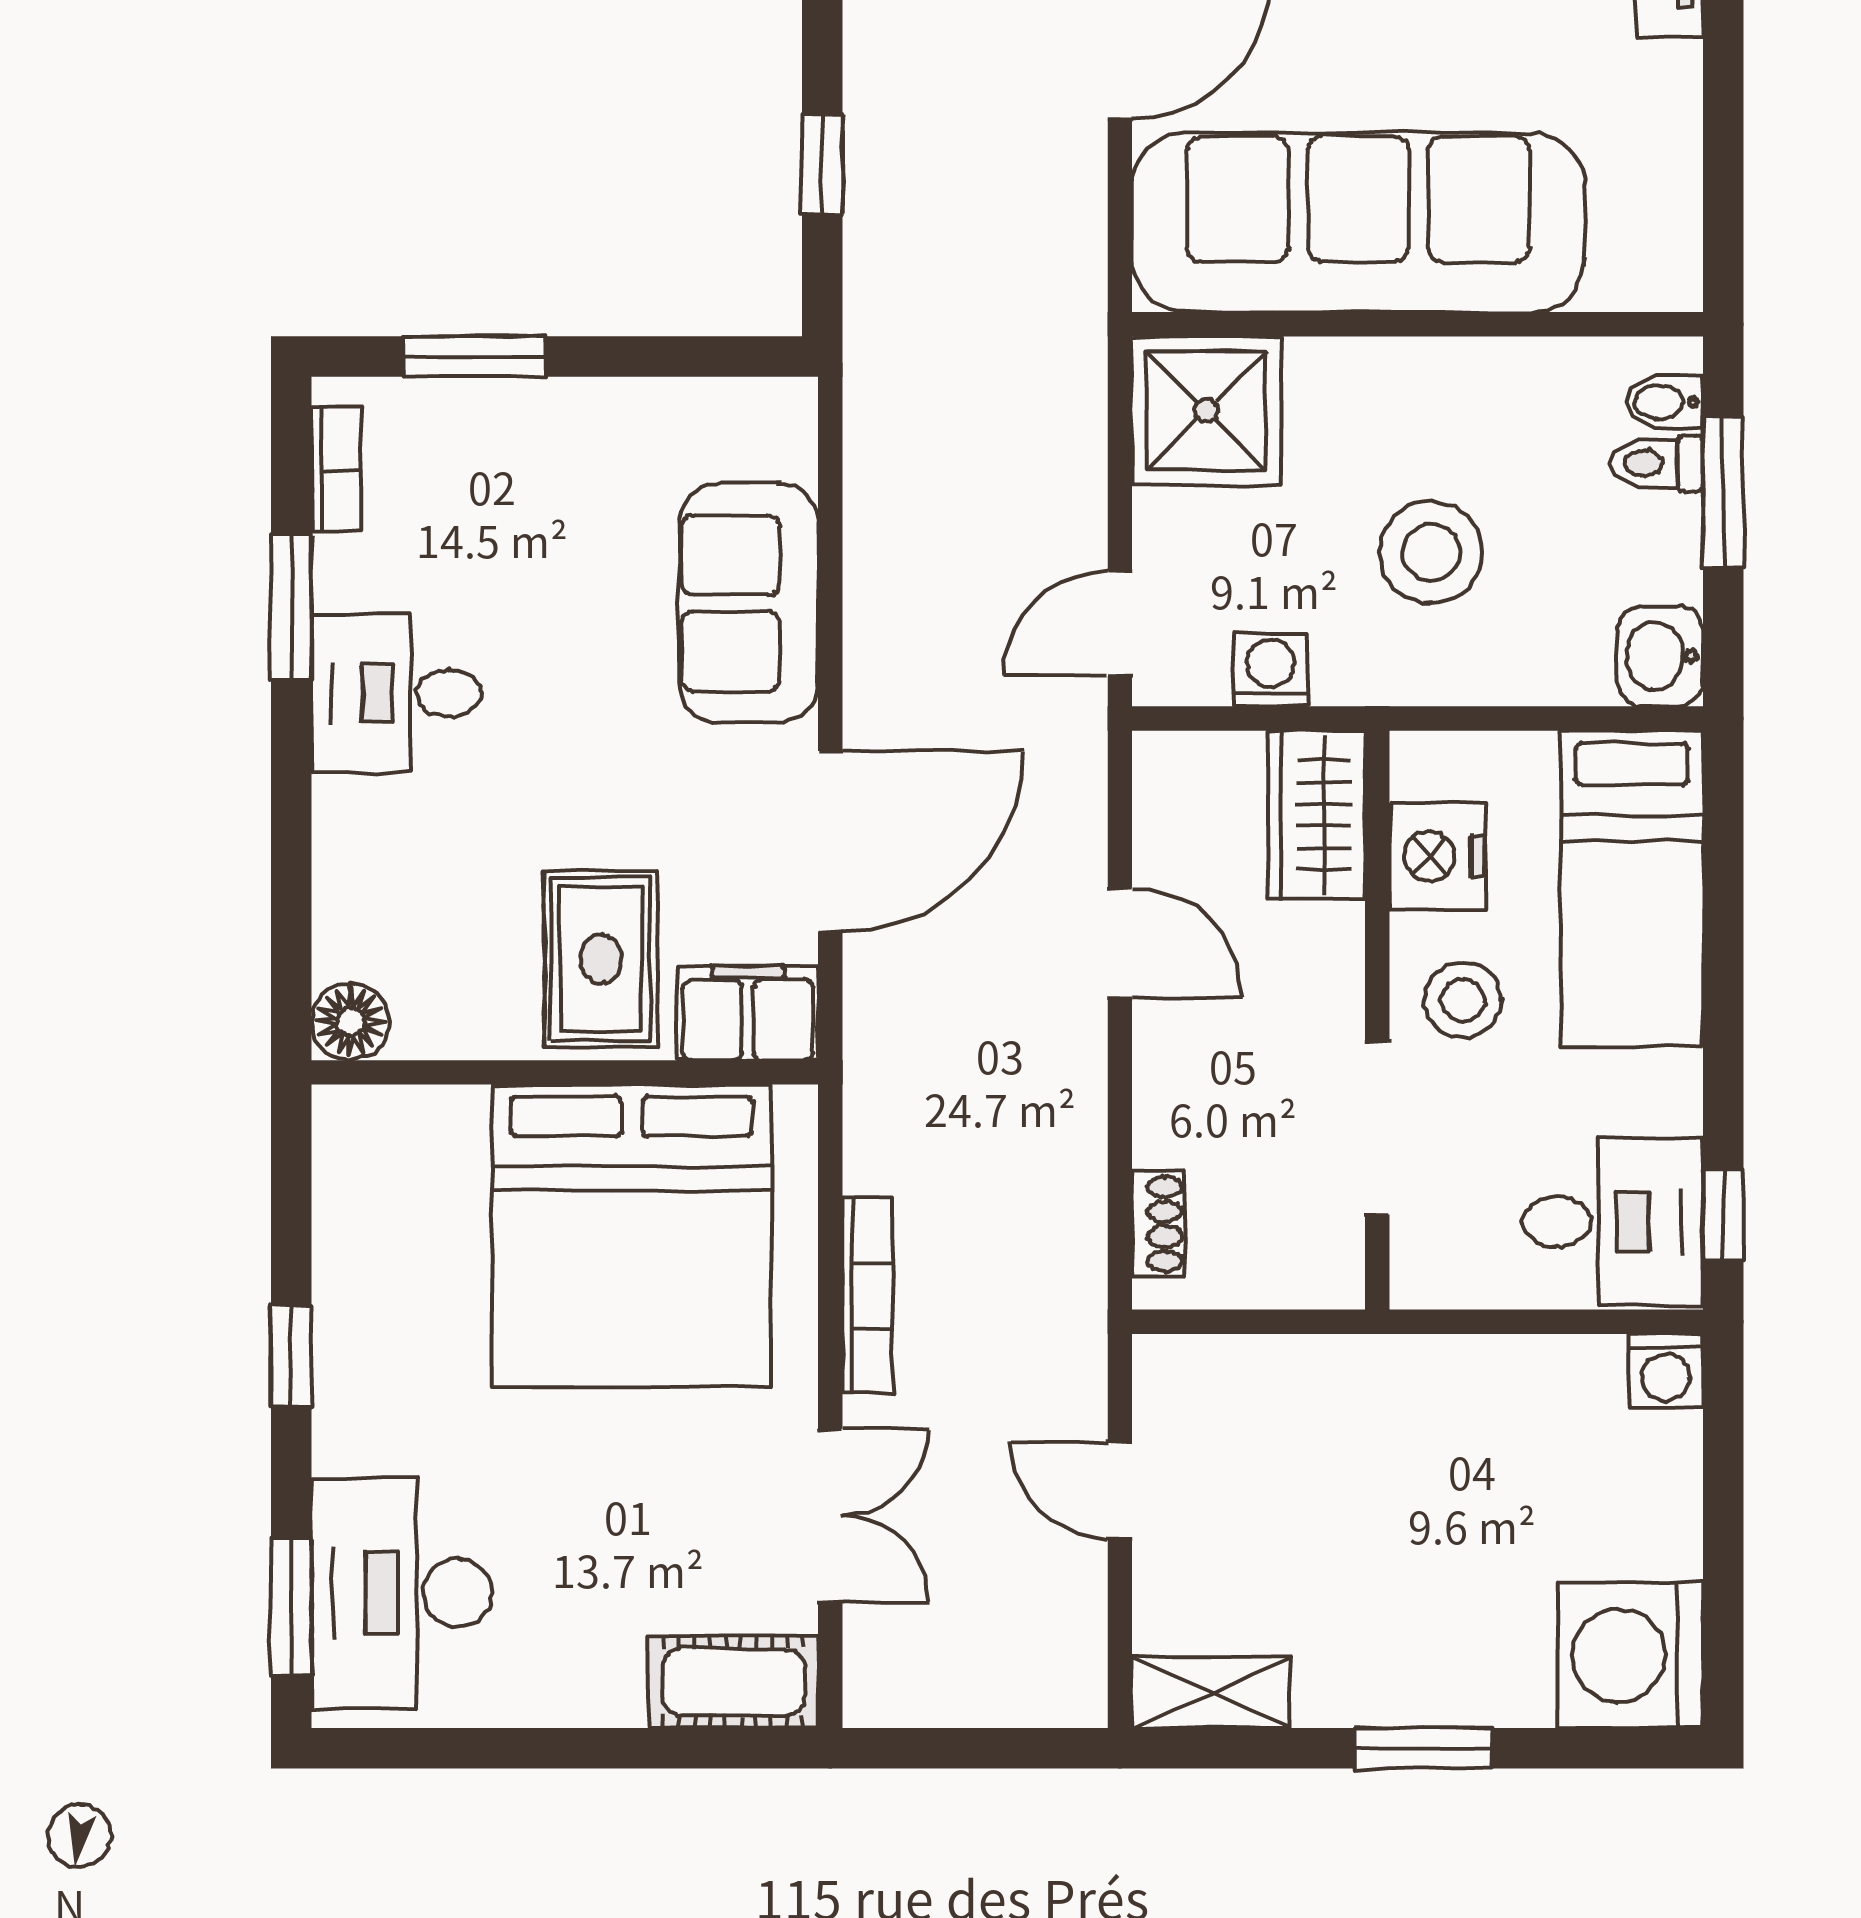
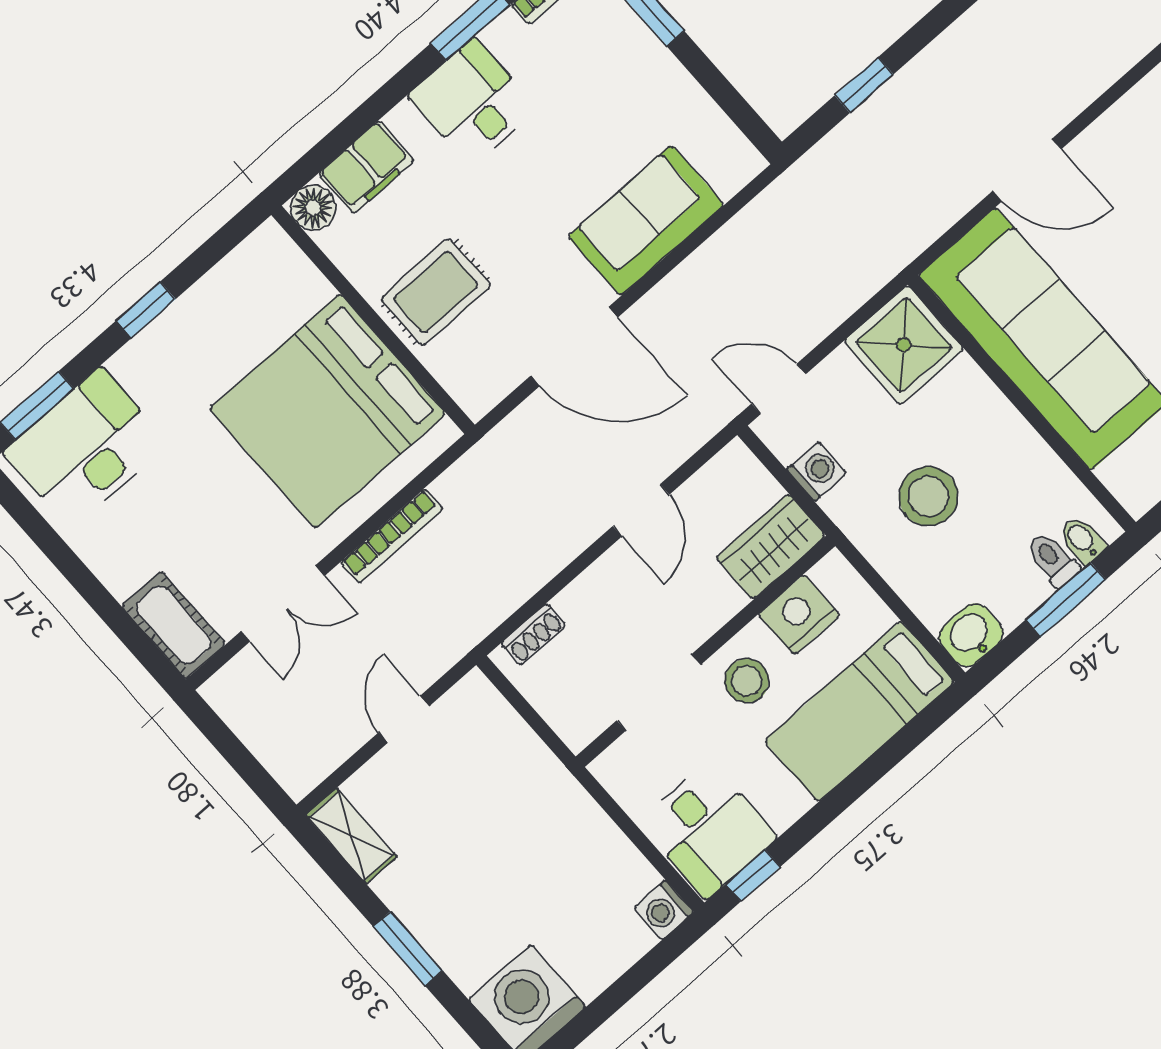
filing cabinet: (748, 1013) -> (366, 167), moved, turned 90

